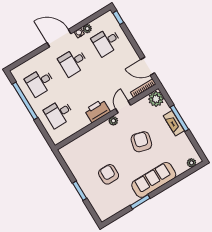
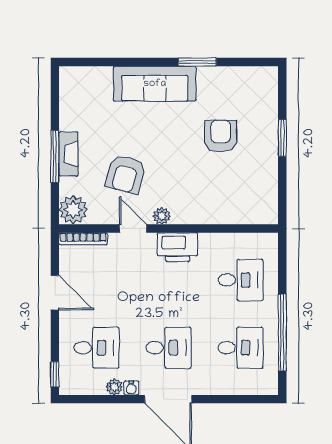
door: (148, 66) -> (55, 293), moved
door: (123, 107) -> (133, 229), swing flipped
armchair: (141, 142) -> (126, 174), moved
plant: (191, 163) -> (79, 74), removed
armchair: (109, 174) -> (221, 136), turned 180

